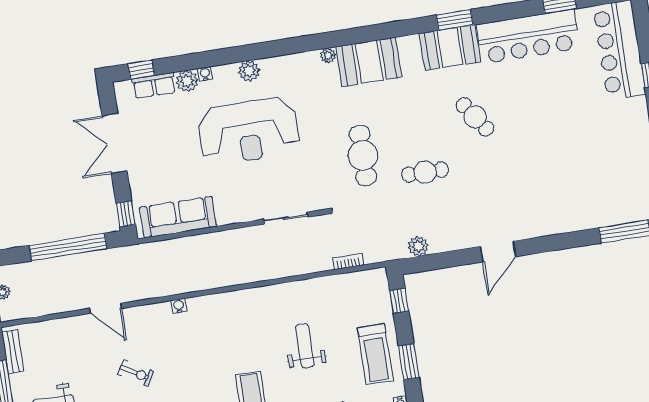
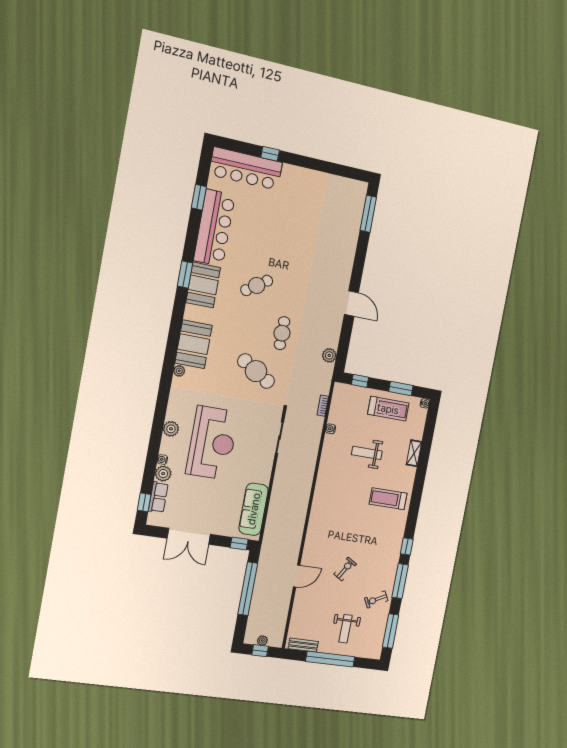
cafe table: (363, 155) -> (256, 371), turned 32
water cooler: (179, 306) -> (331, 429), moved

